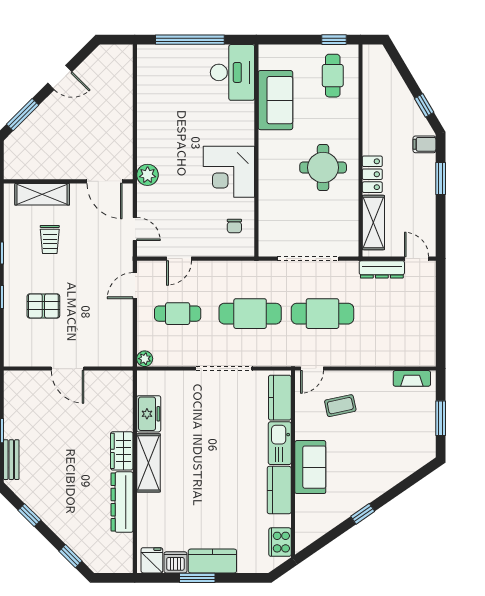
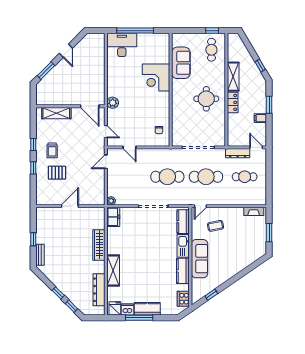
desk: (232, 72) -> (122, 45), moved, turned -90
door: (60, 77) -> (66, 51), hinge flipped
filing cabinet: (424, 144) -> (260, 118), moved
corner desk: (229, 172) -> (156, 77), moved
shelving: (373, 223) -> (233, 77), moved
trolley: (50, 239) -> (52, 150), moved
door: (179, 259) -> (129, 147), hinge flipped
cafe table: (178, 314) -> (245, 177), moved
door: (68, 369) -> (70, 206), swing flipped
freezer: (149, 414) -> (113, 217), moved
wardrobe: (122, 451) -> (99, 245), width x1.50
shelving: (149, 463) -> (113, 271), moved
sofa: (310, 467) -> (200, 259), width x1.36
dresser: (122, 502) -> (99, 290), moved
window: (363, 514) -> (211, 295), moved
window: (29, 515) -> (58, 293), moved
window: (197, 578) -> (139, 318), width x1.44

